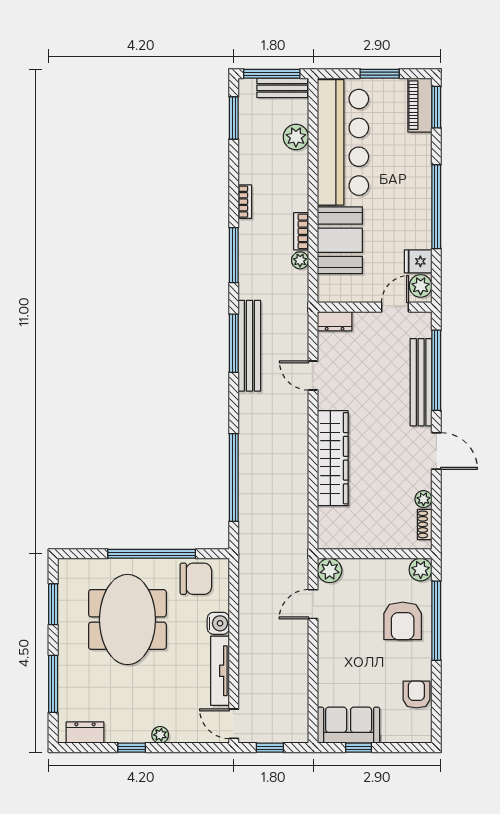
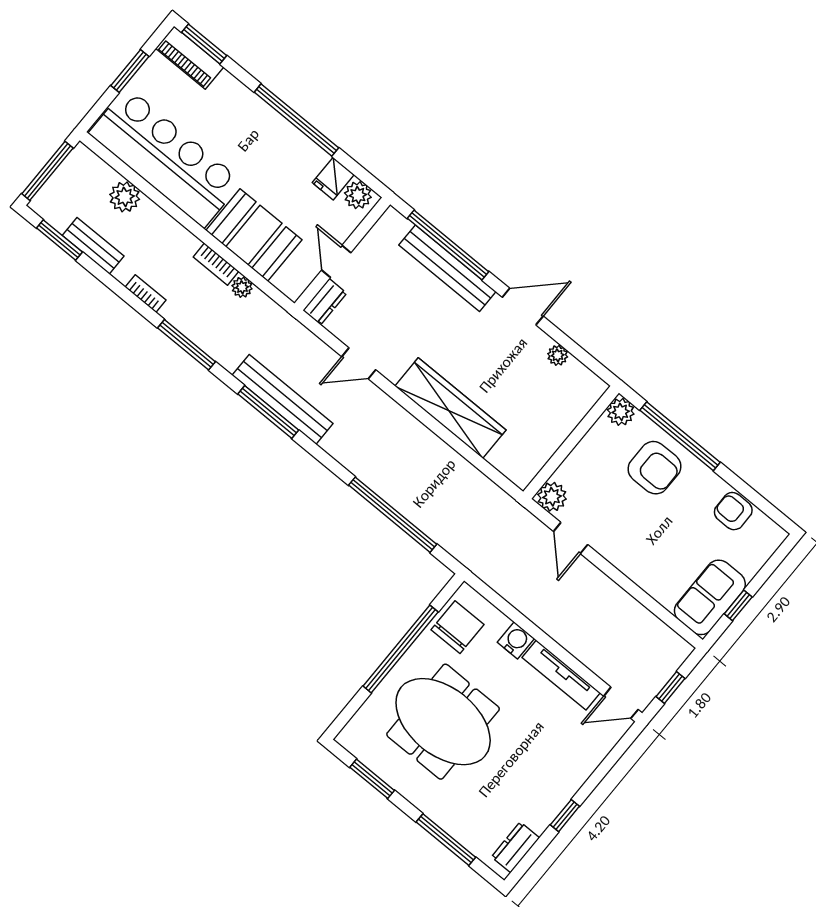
bench: (282, 88) -> (93, 246), moved, turned 90
door: (395, 307) -> (336, 261), moved
shoe rack: (425, 524) -> (582, 374), removed
plant: (160, 735) -> (575, 779), removed

